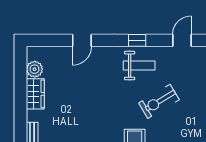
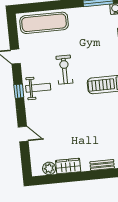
weight bench: (139, 66) -> (38, 88), turned 90
exercise bike: (159, 101) -> (64, 70), turned -149

